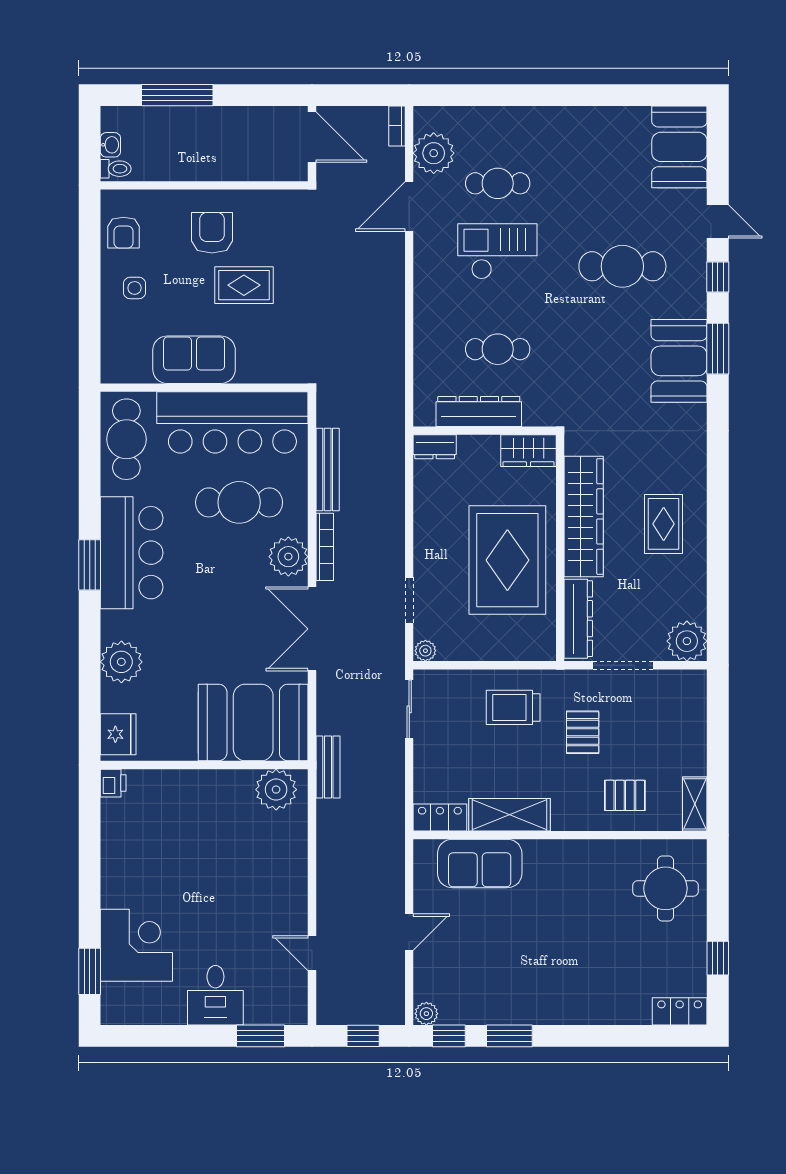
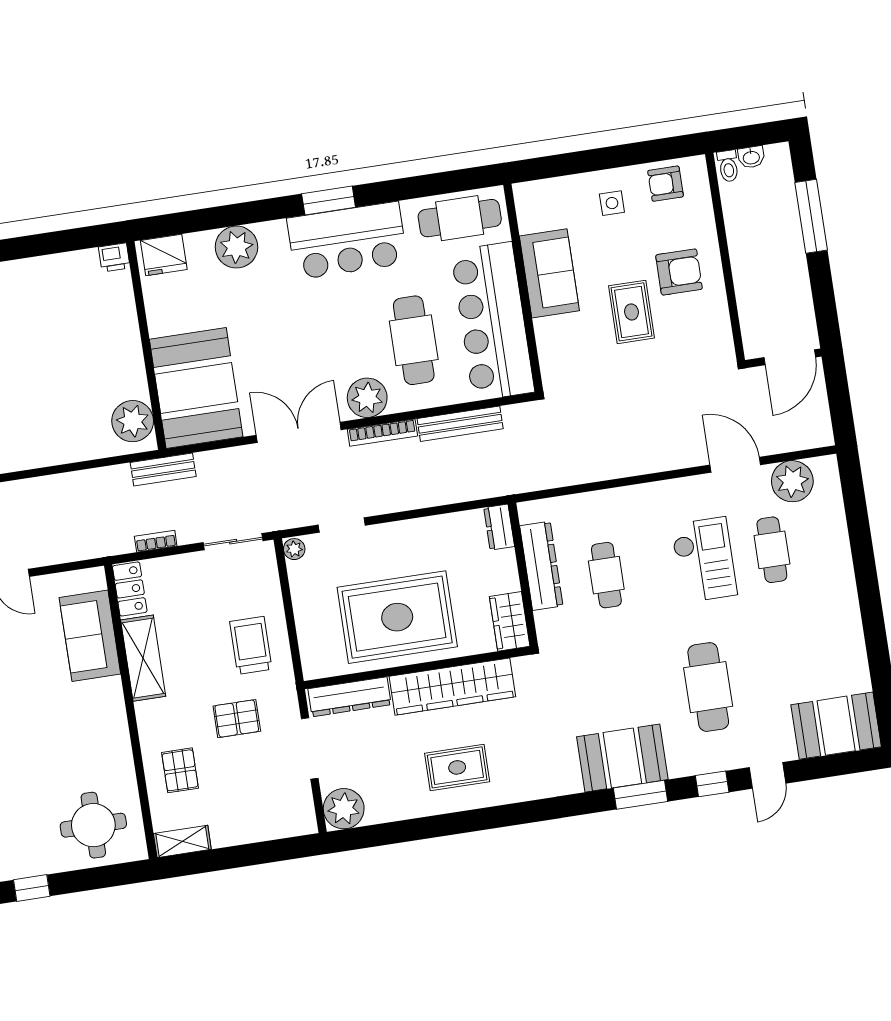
bookcase: (397, 126) -> (156, 541), moved

